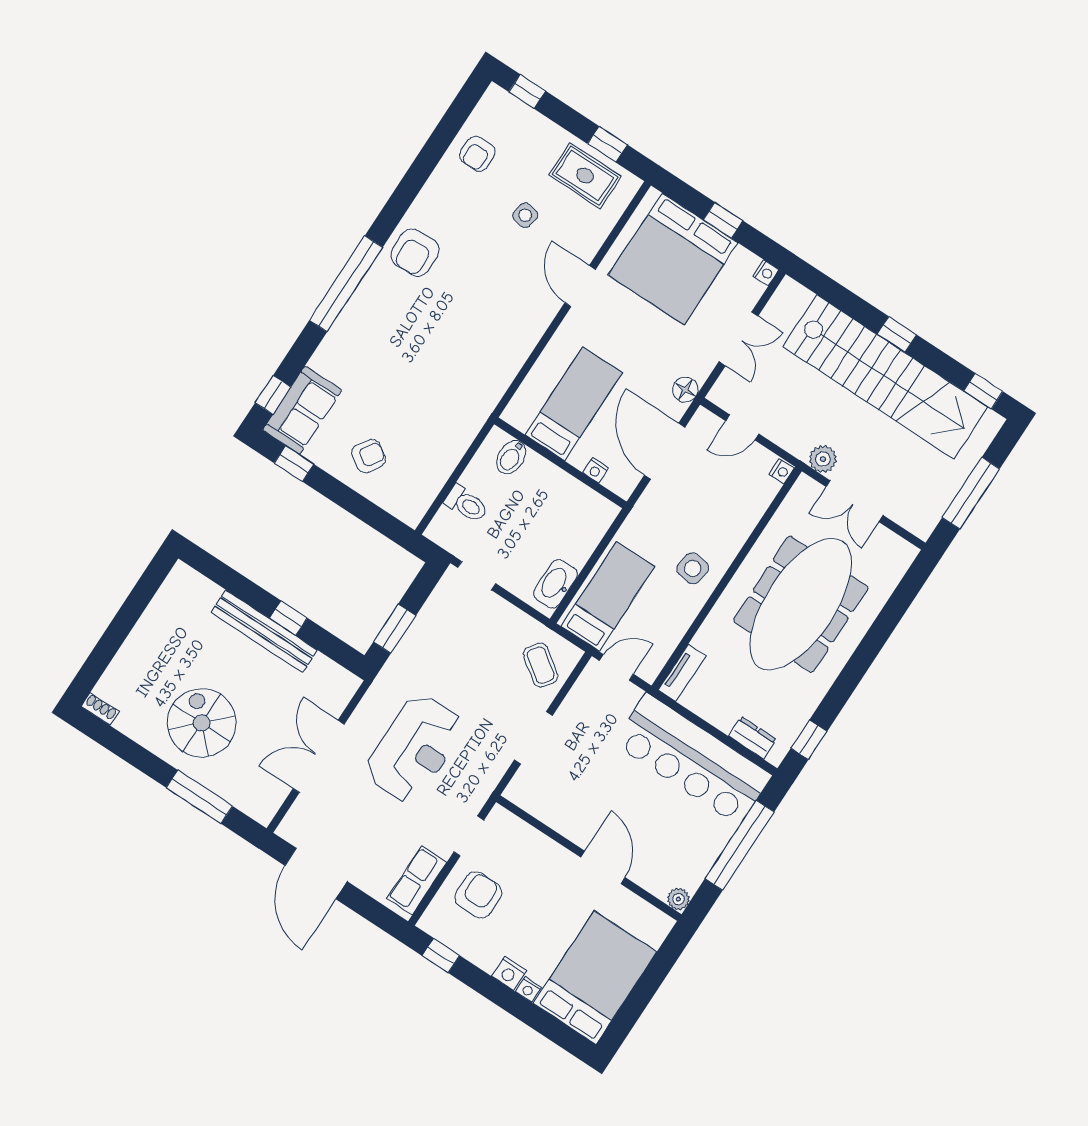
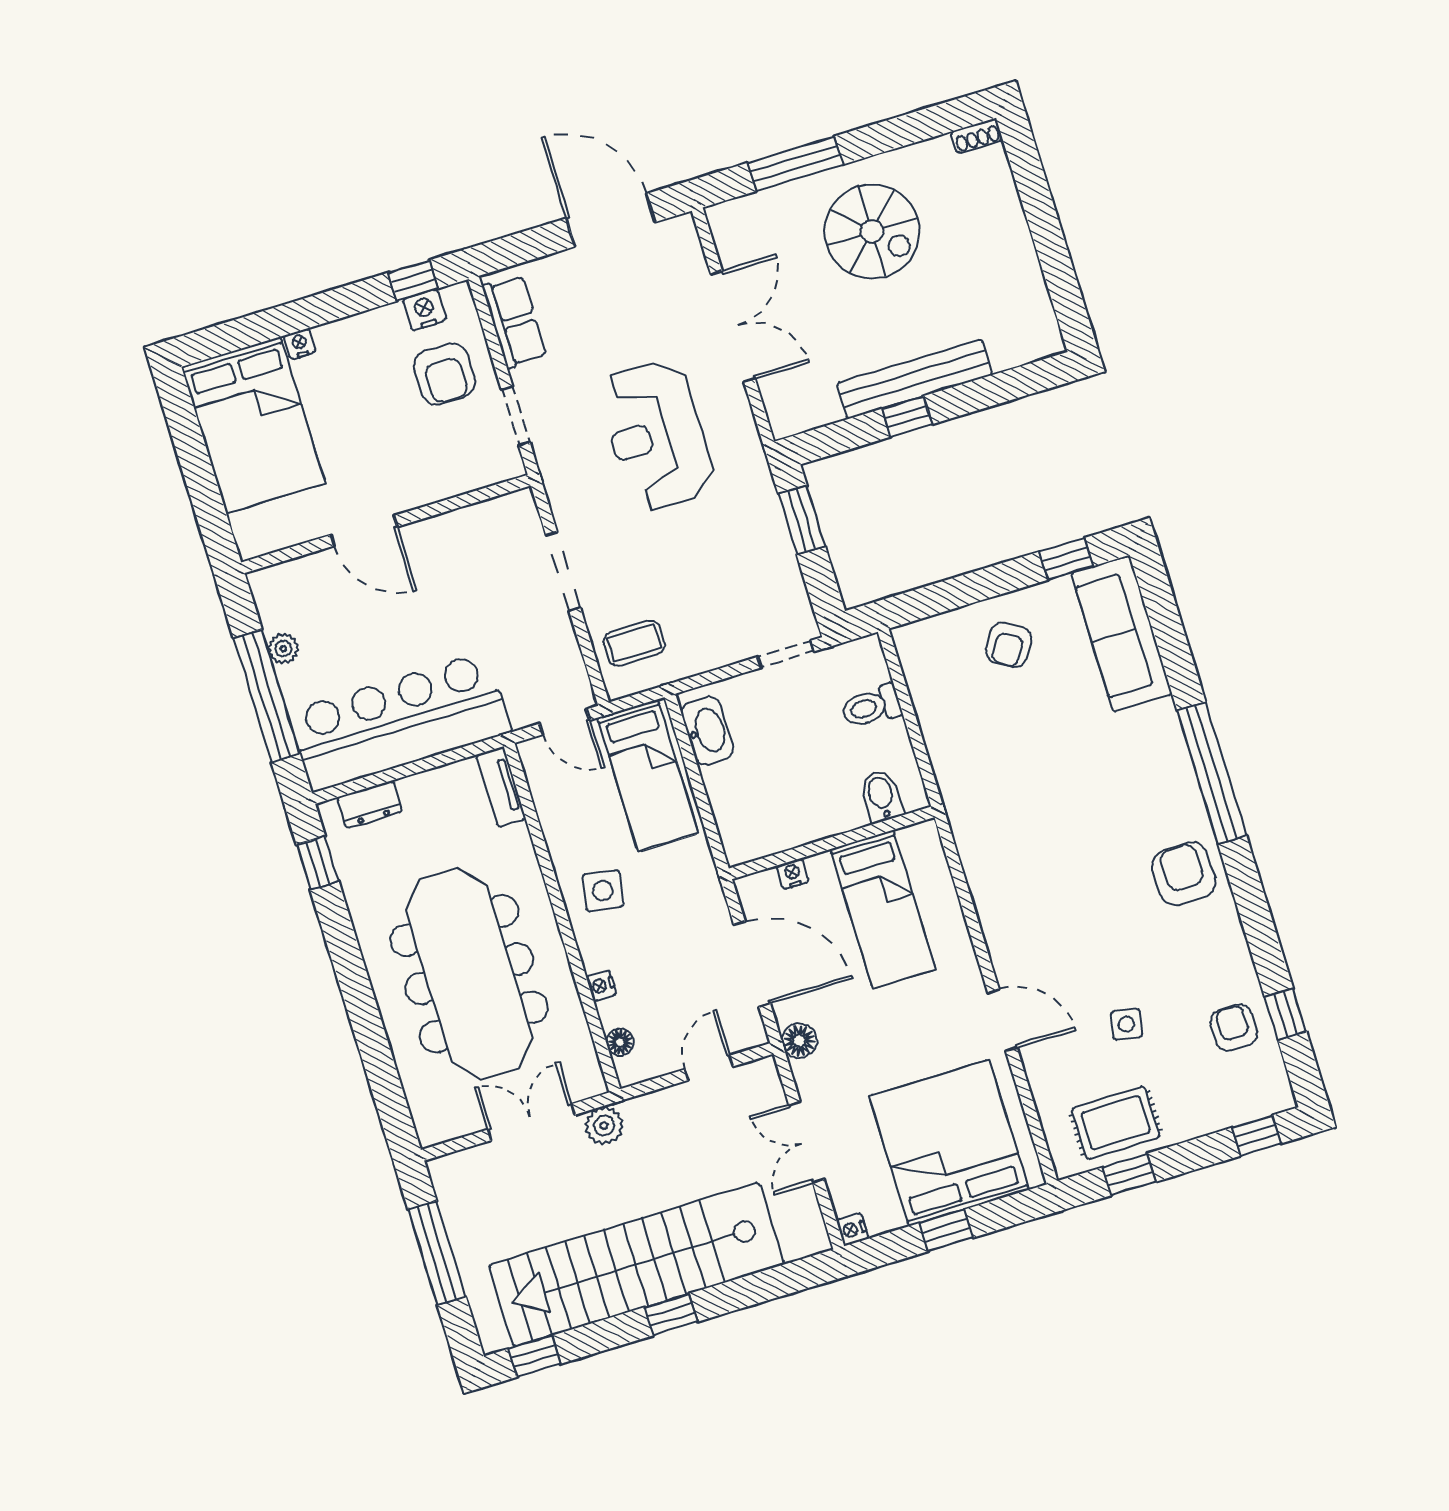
window: (273, 395) -> (1286, 1014), moved
sofa: (302, 410) -> (1122, 633), width x1.36
nightstand: (782, 471) -> (601, 985), moved
floor lamp: (769, 489) -> (620, 1042), added
coffee table: (541, 665) -> (634, 643), turned -36
door: (616, 667) -> (565, 722), hinge flipped
plant: (678, 899) -> (283, 649), moved
nightstand: (509, 973) -> (424, 310), moved

